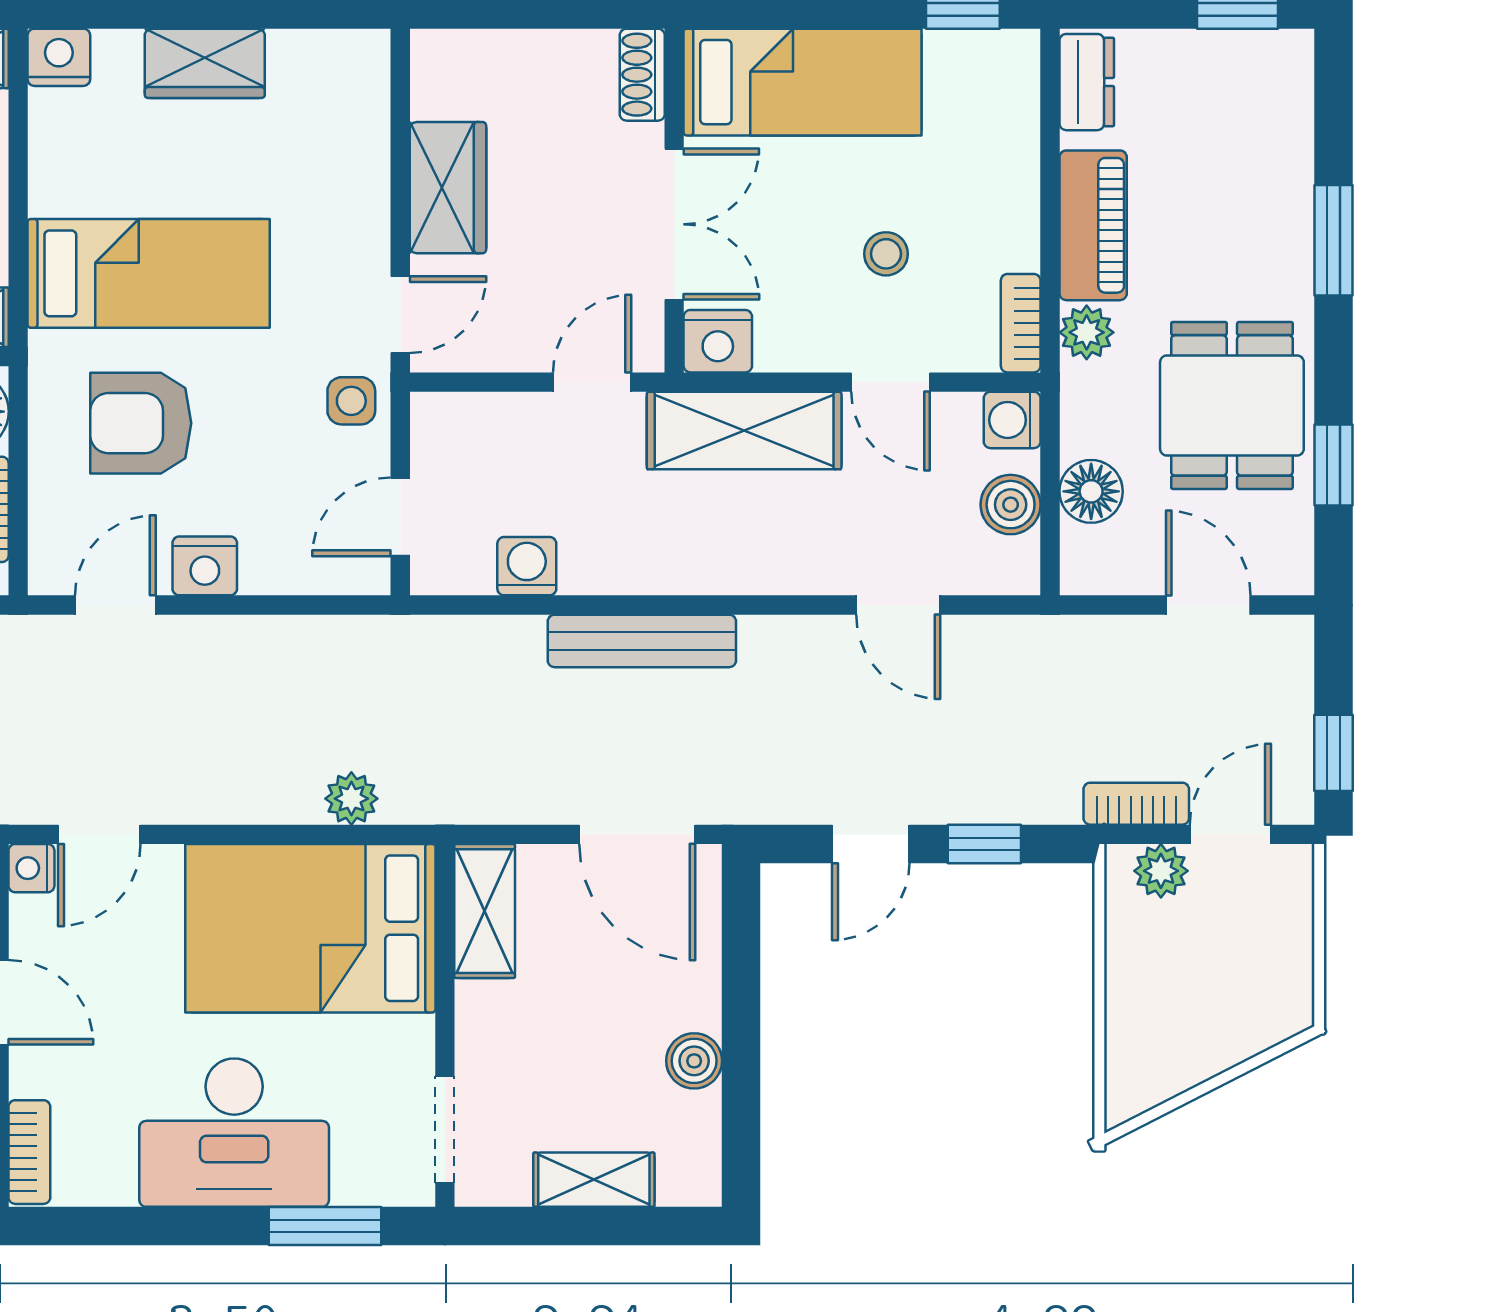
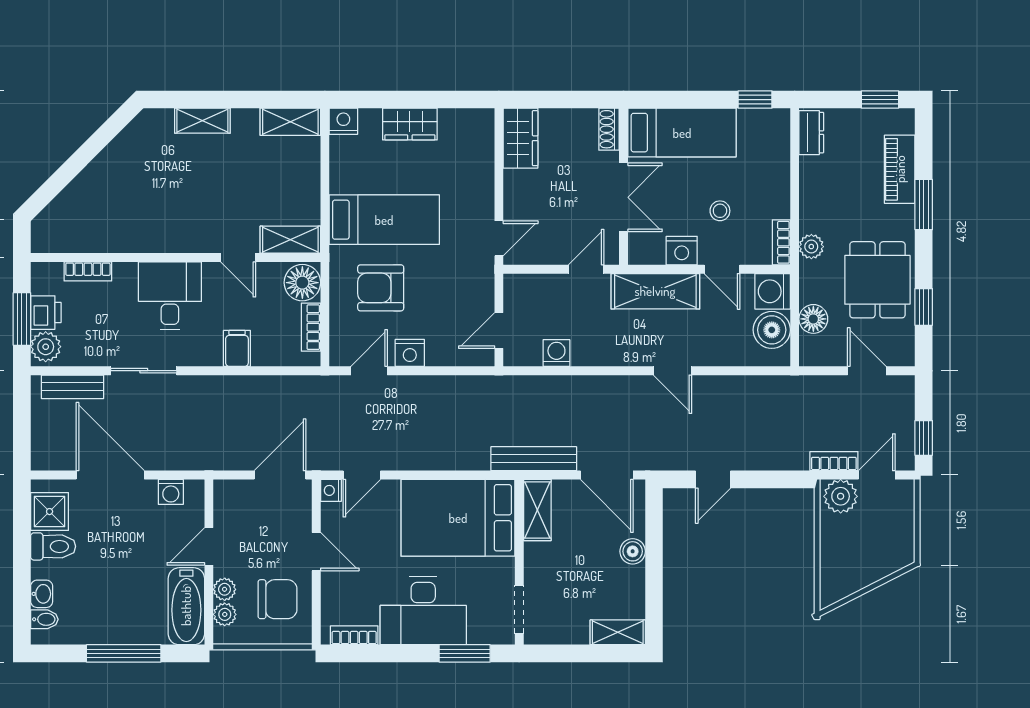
wardrobe: (448, 188) -> (521, 138), moved
piano: (1093, 225) -> (900, 169), moved, turned 180
nightstand: (718, 341) -> (682, 251), moved
side table: (351, 401) -> (477, 278), removed
washing machine: (1012, 420) -> (773, 291), width x1.38, depth x1.38
boiler: (1011, 505) -> (772, 330), width x1.36, depth x1.36
door: (898, 605) -> (673, 371), moved
bench: (642, 641) -> (534, 459), moved
plant: (351, 799) -> (477, 459), removed
window: (984, 844) -> (765, 479), removed
plant: (1161, 871) -> (841, 496), width x1.38, depth x1.38
boiler: (694, 1061) -> (633, 551), moved
bookcase: (29, 1152) -> (354, 635), moved, turned -90
shelving: (594, 1180) -> (618, 632), moved

